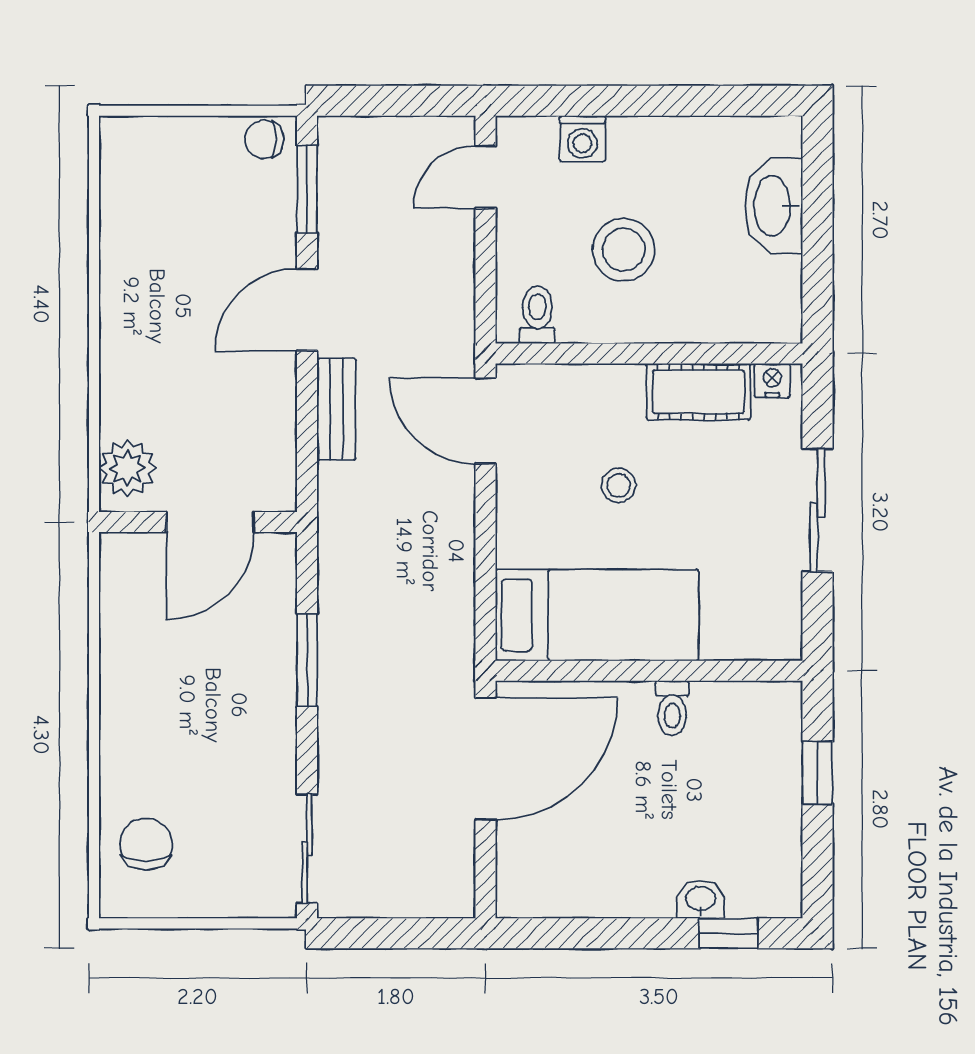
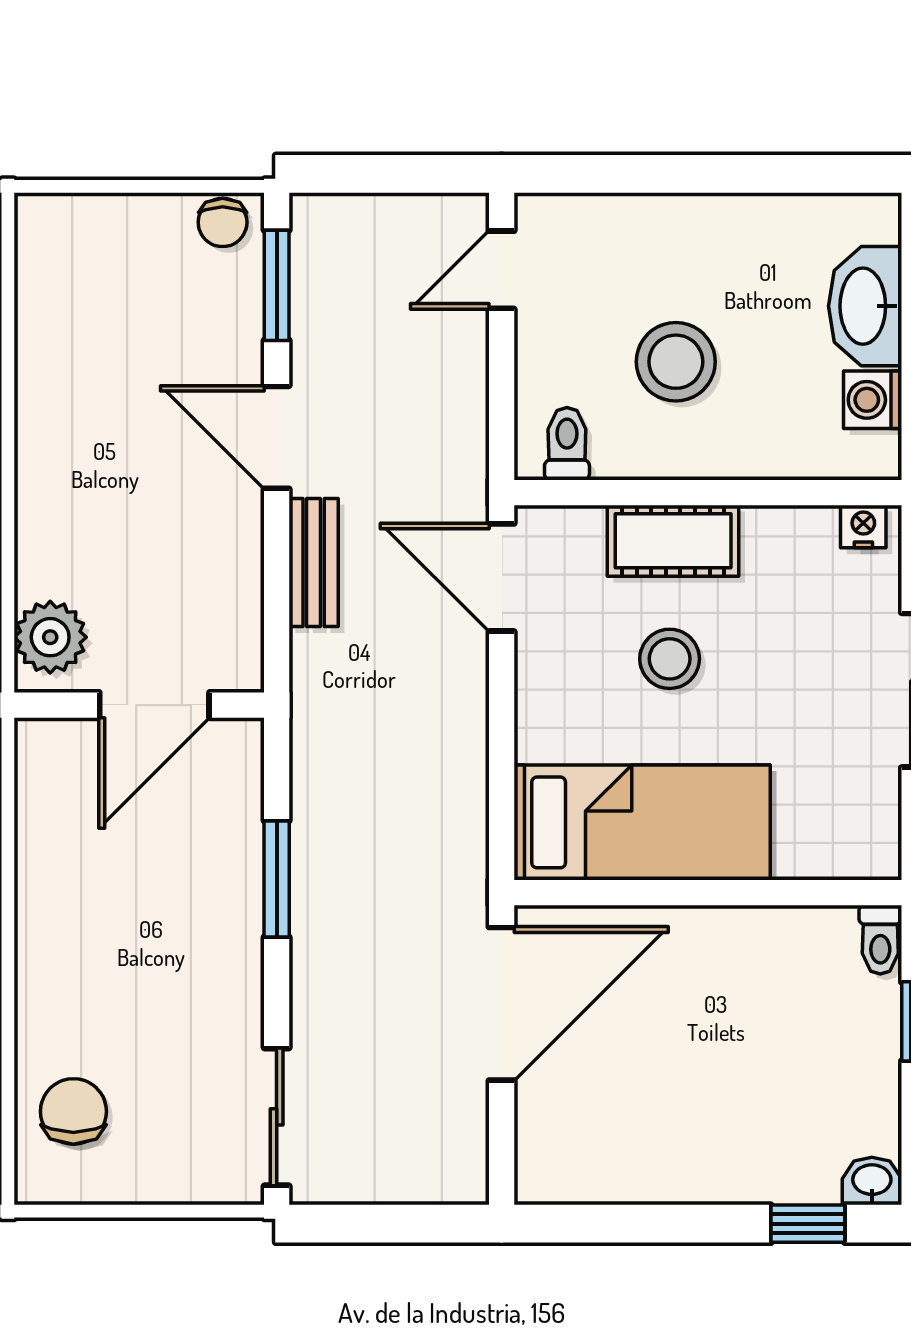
chair: (264, 139) -> (223, 222), turned -90
washing machine: (582, 139) -> (873, 400), moved, turned 90
door: (307, 310) -> (277, 437), hinge flipped
cot: (698, 392) -> (673, 541), moved
stool: (619, 485) -> (670, 659), width x1.37, depth x1.37
toilet: (672, 708) -> (880, 940), moved
washbasin: (701, 899) -> (872, 1181), moved

